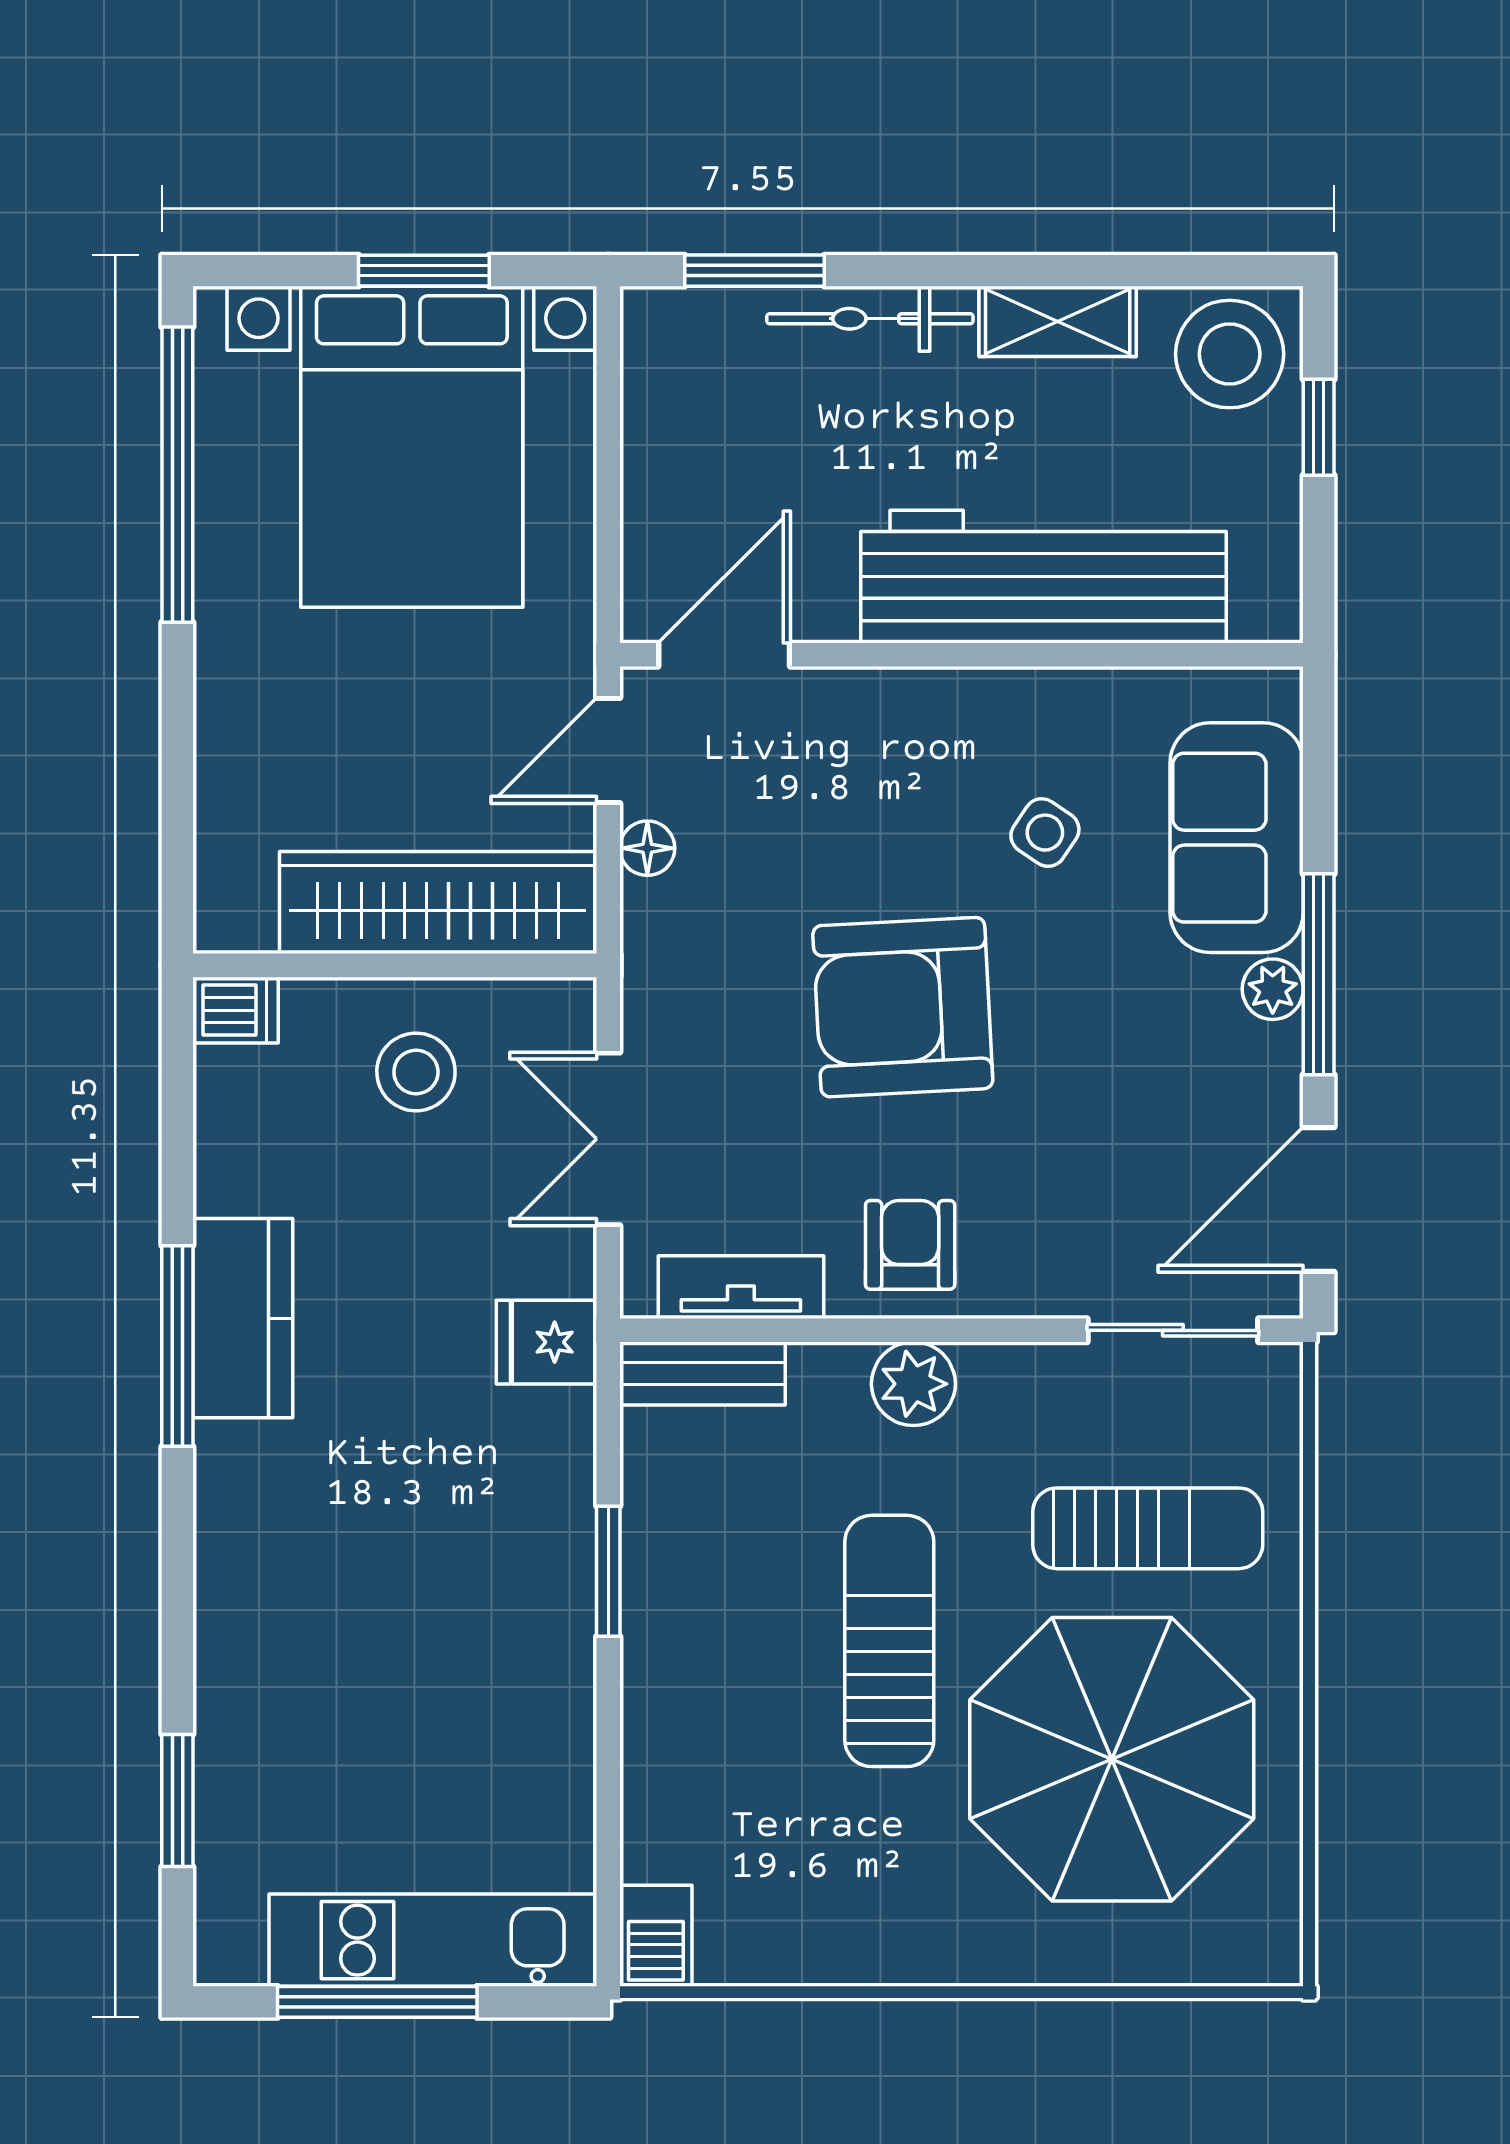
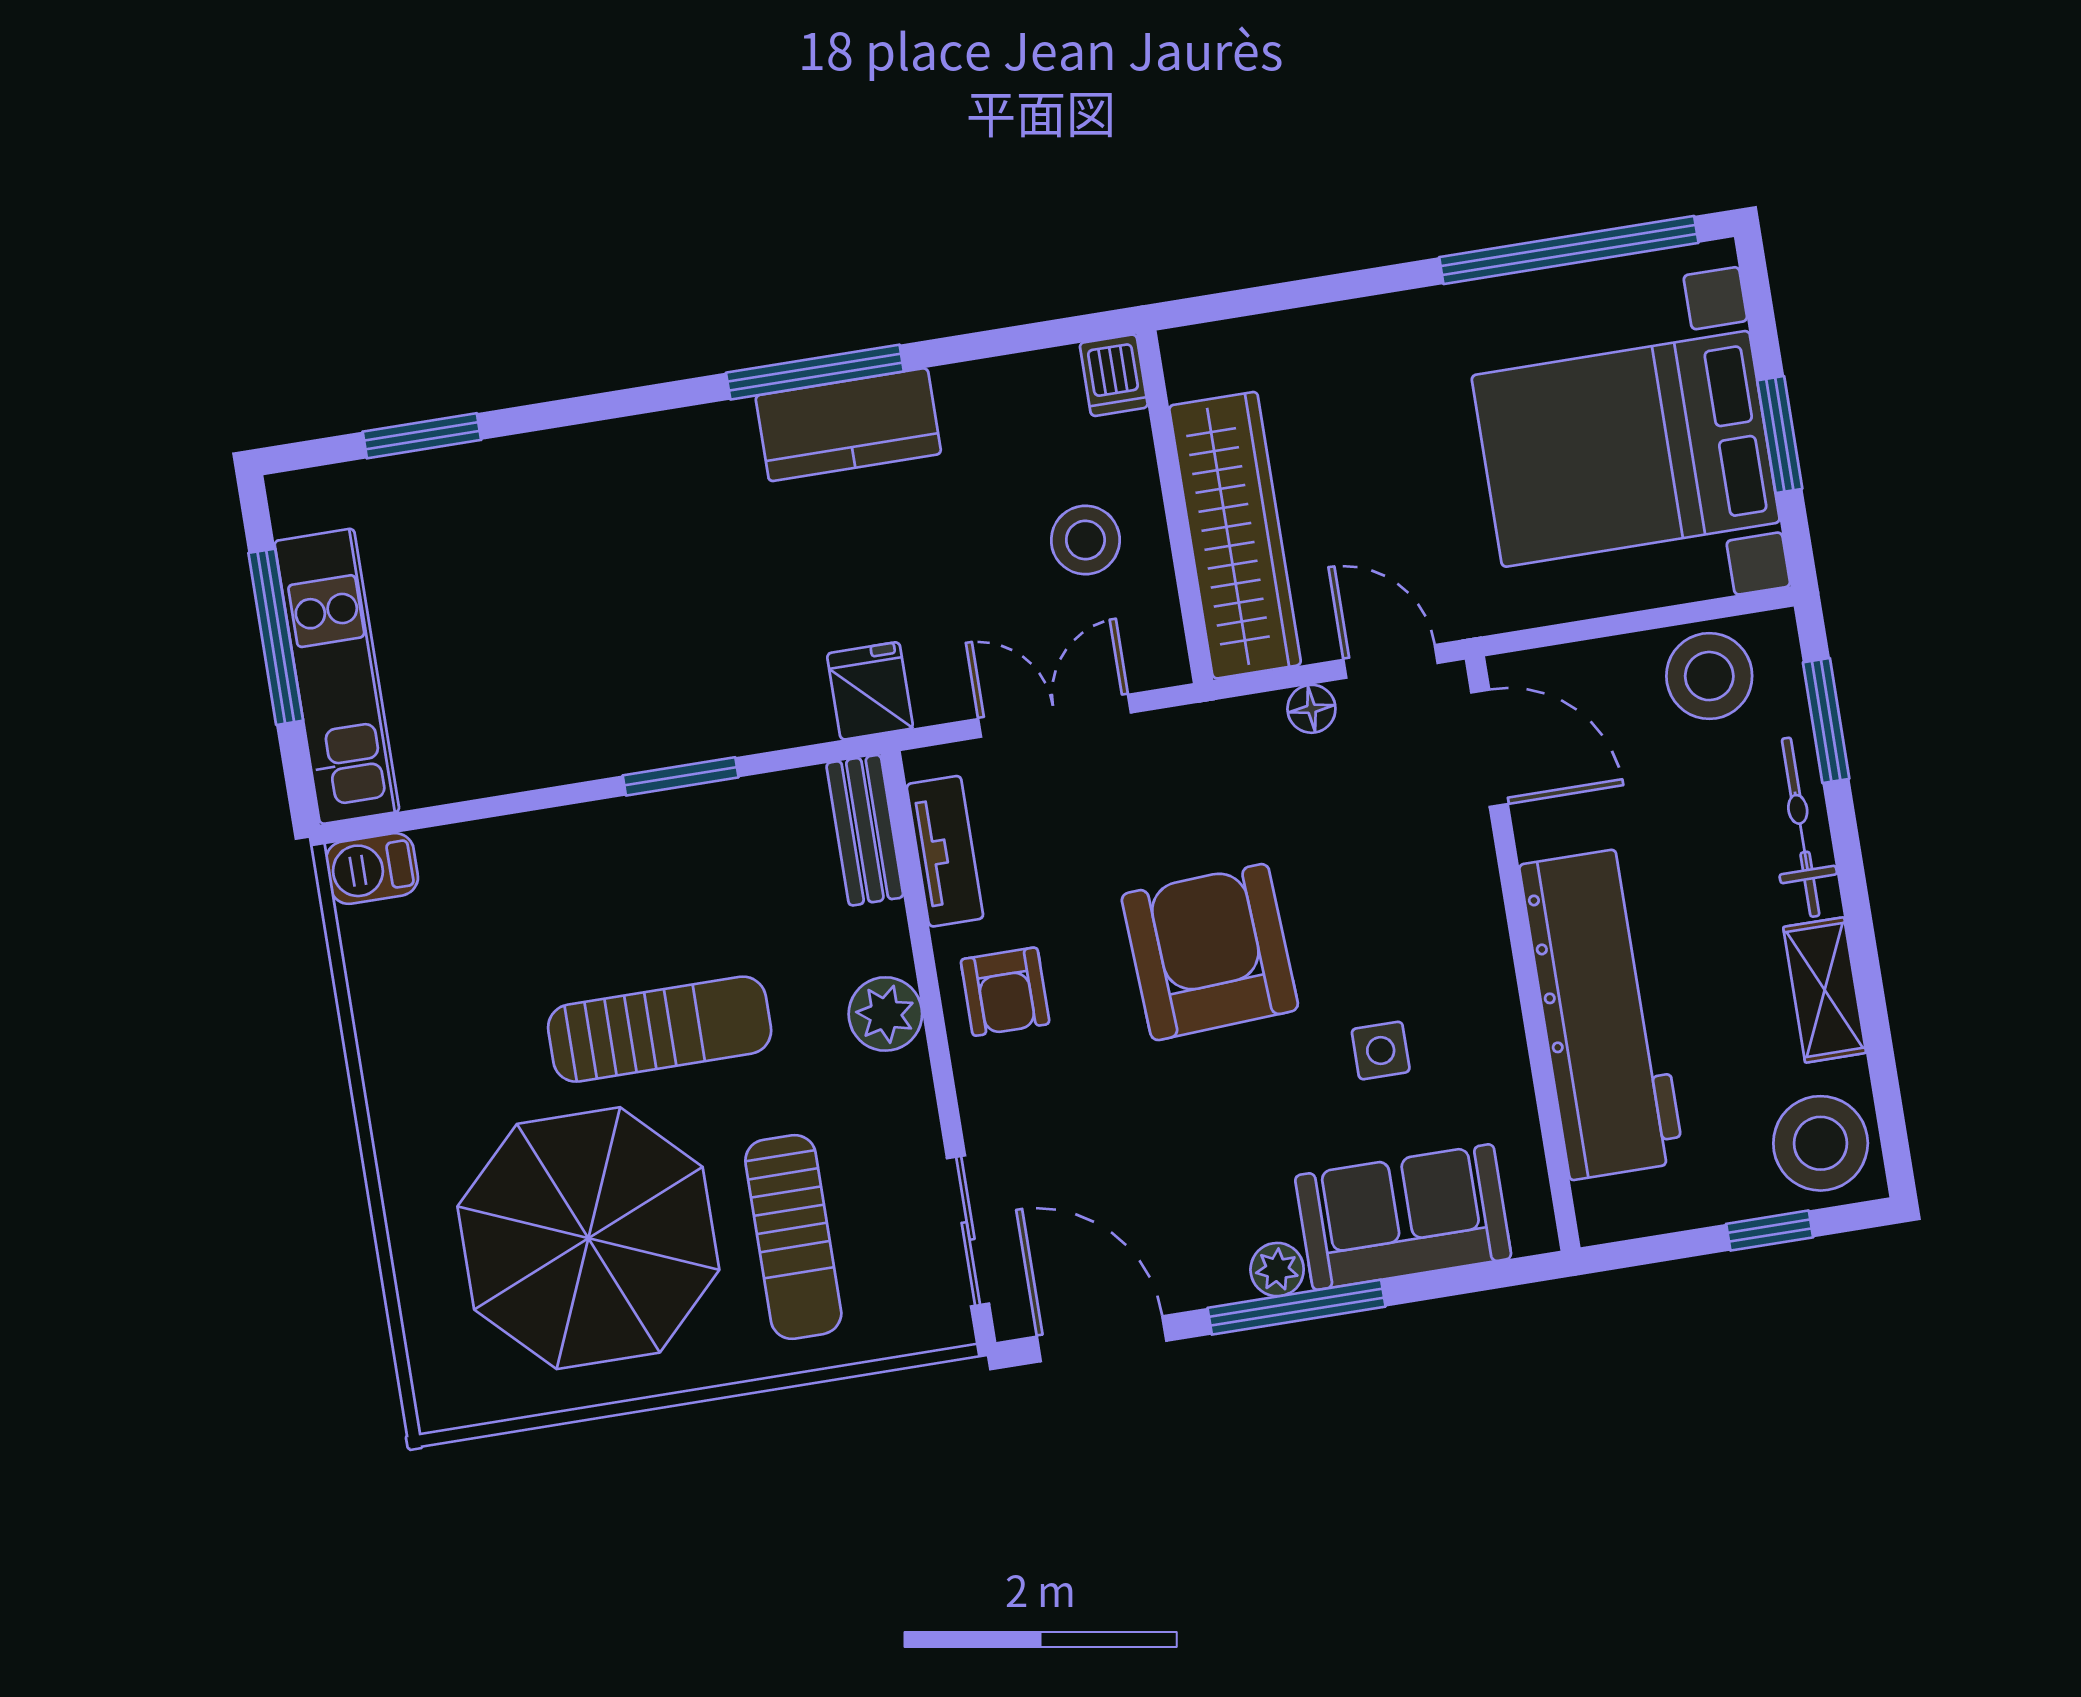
stool: (683, 394) -> (1709, 676), added
side table: (1045, 833) -> (1381, 1051), turned -34
armchair: (910, 1245) -> (1005, 992), turned 90

